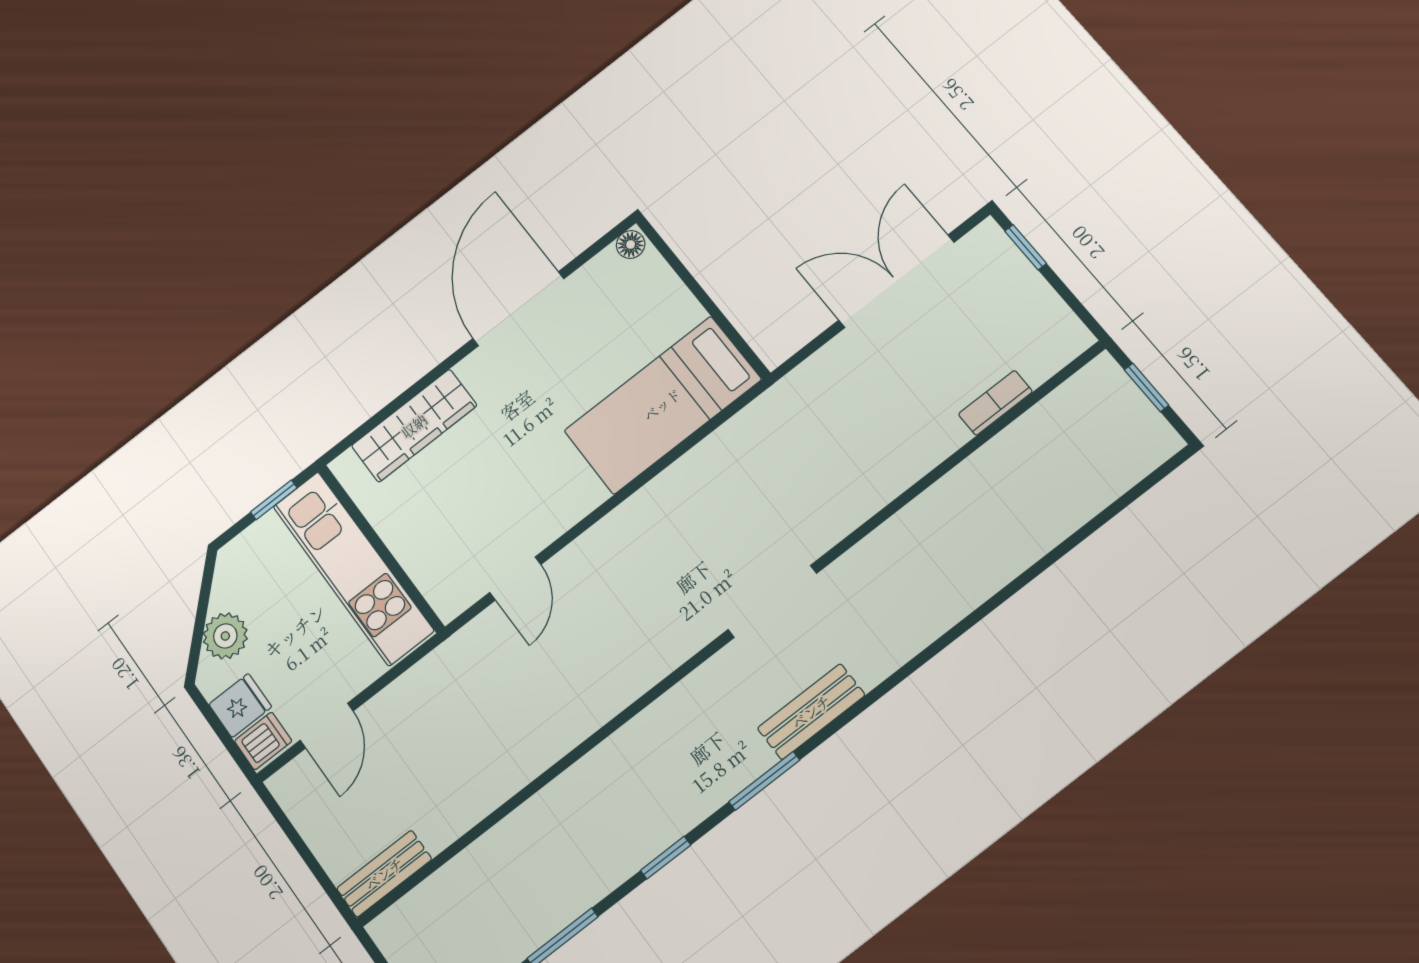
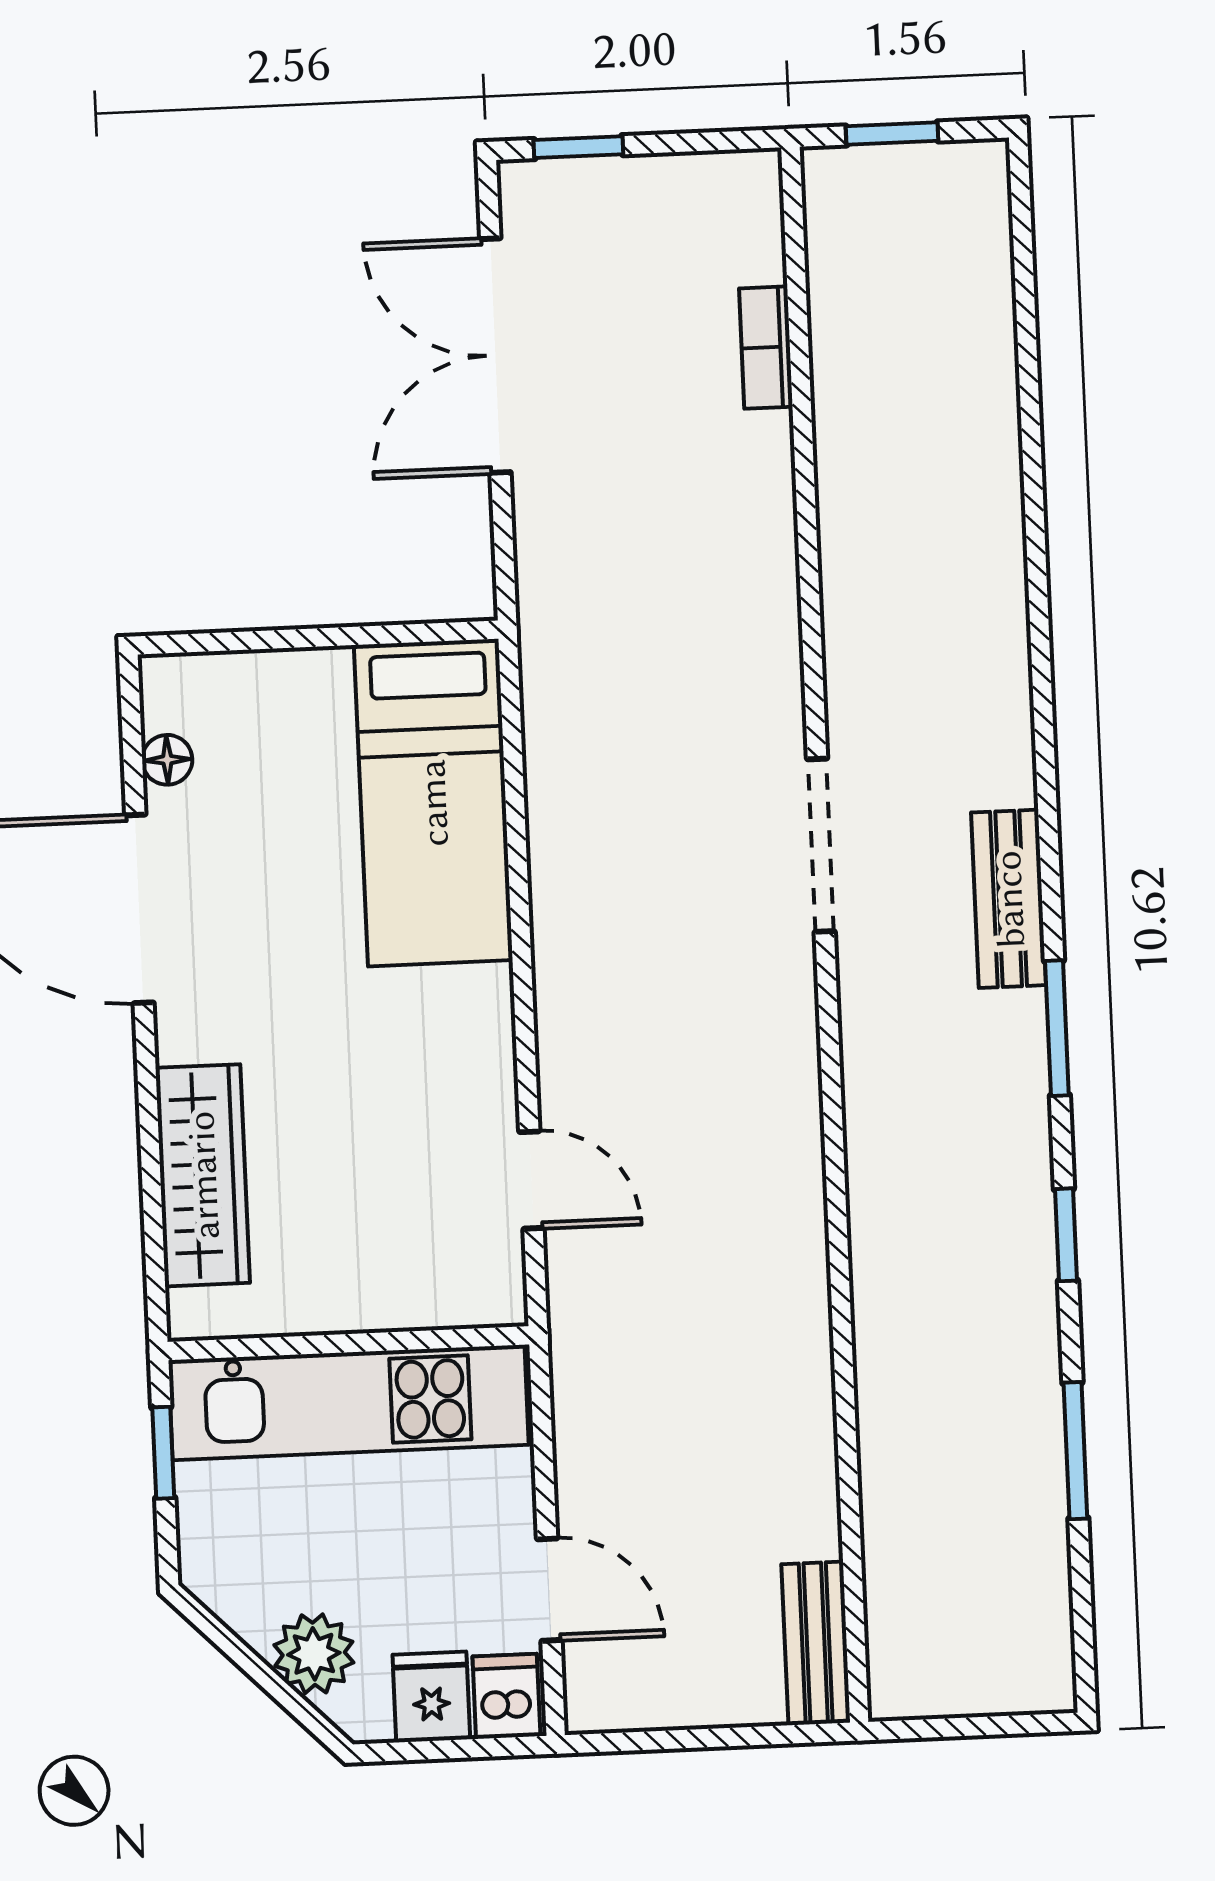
floor lamp: (631, 245) -> (167, 760), moved

